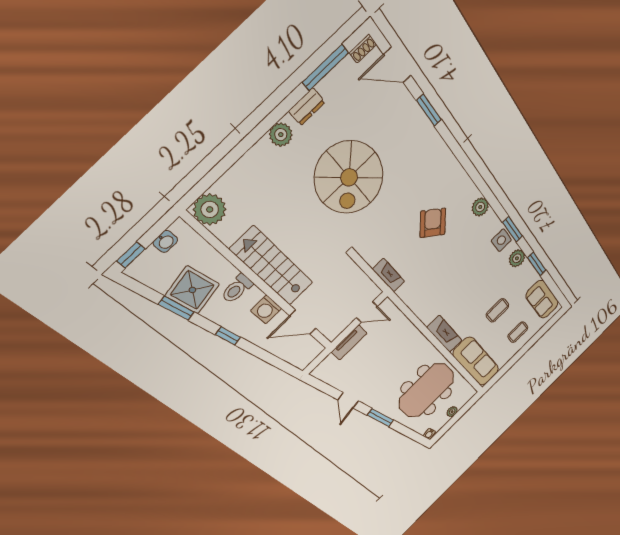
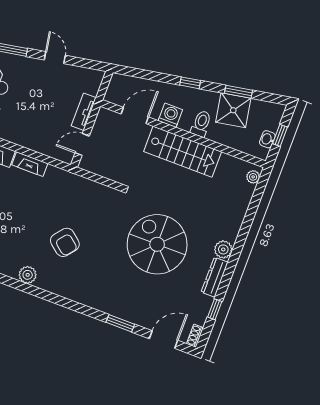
window: (326, 67) -> (215, 309), width x0.46
dresser: (307, 107) -> (215, 277), width x1.44
plant: (210, 209) -> (253, 177), width x0.53, depth x0.53
window: (131, 255) -> (280, 135), moved
fireplace: (389, 275) -> (30, 164), moved

